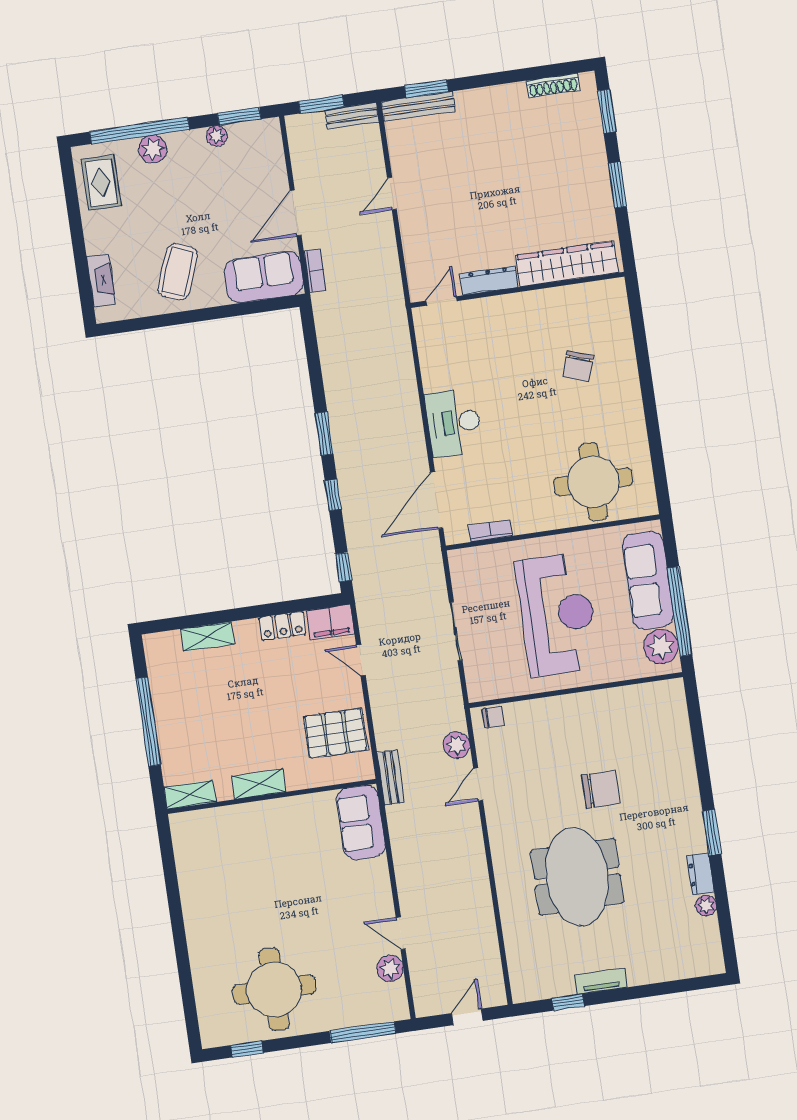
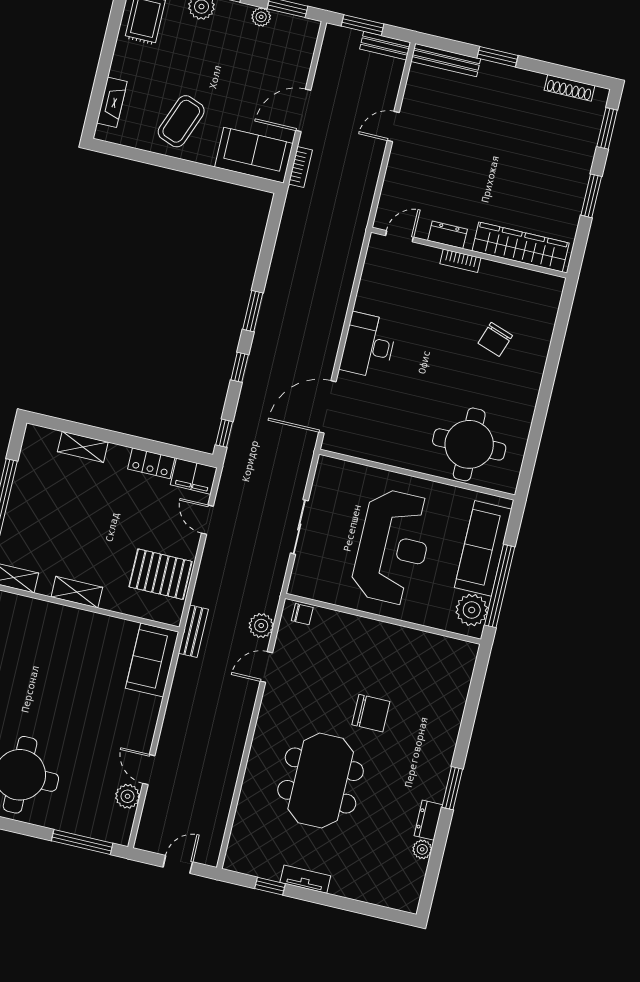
window: (427, 89) -> (498, 57), moved
dresser: (489, 281) -> (448, 235), width x0.70
bookcase: (490, 531) -> (460, 261), moved, turned 180

